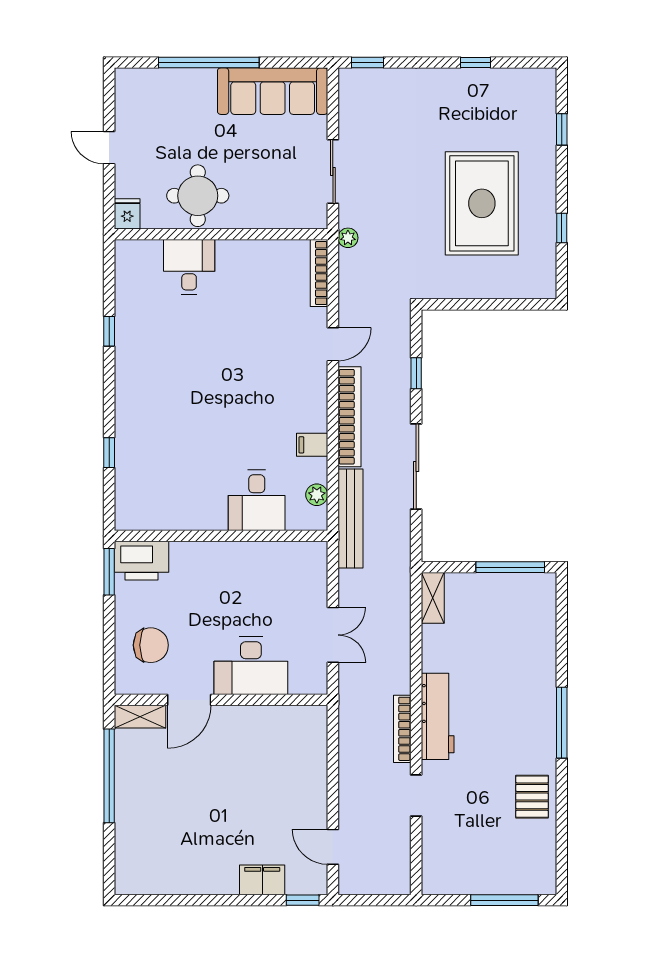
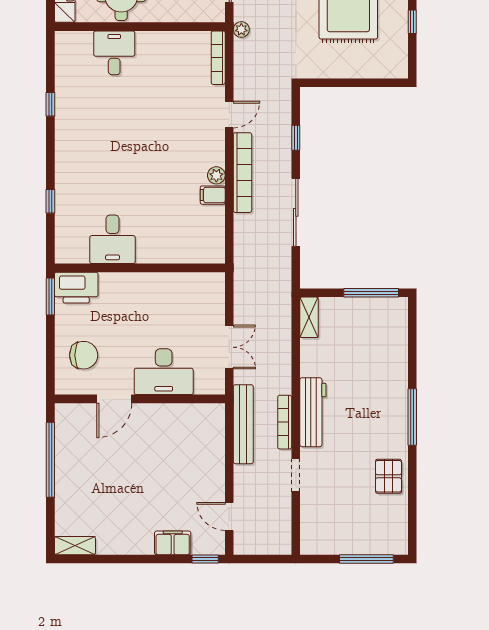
plant: (317, 495) -> (216, 175), moved
desk: (257, 500) -> (113, 239), moved
bench: (350, 519) -> (243, 424), moved
shelving: (140, 717) -> (75, 546), moved

